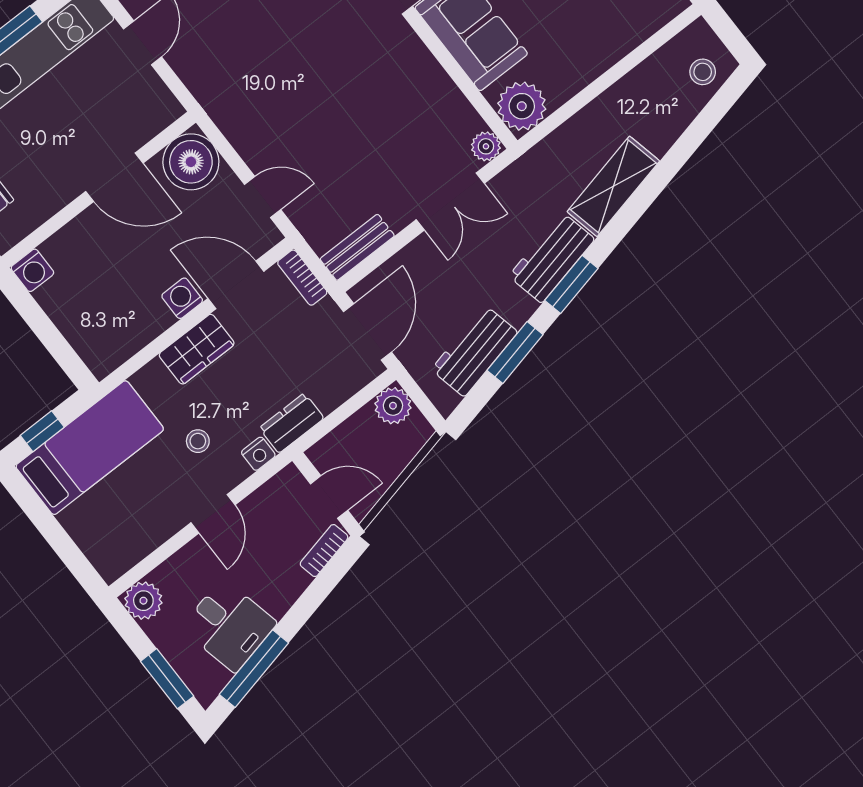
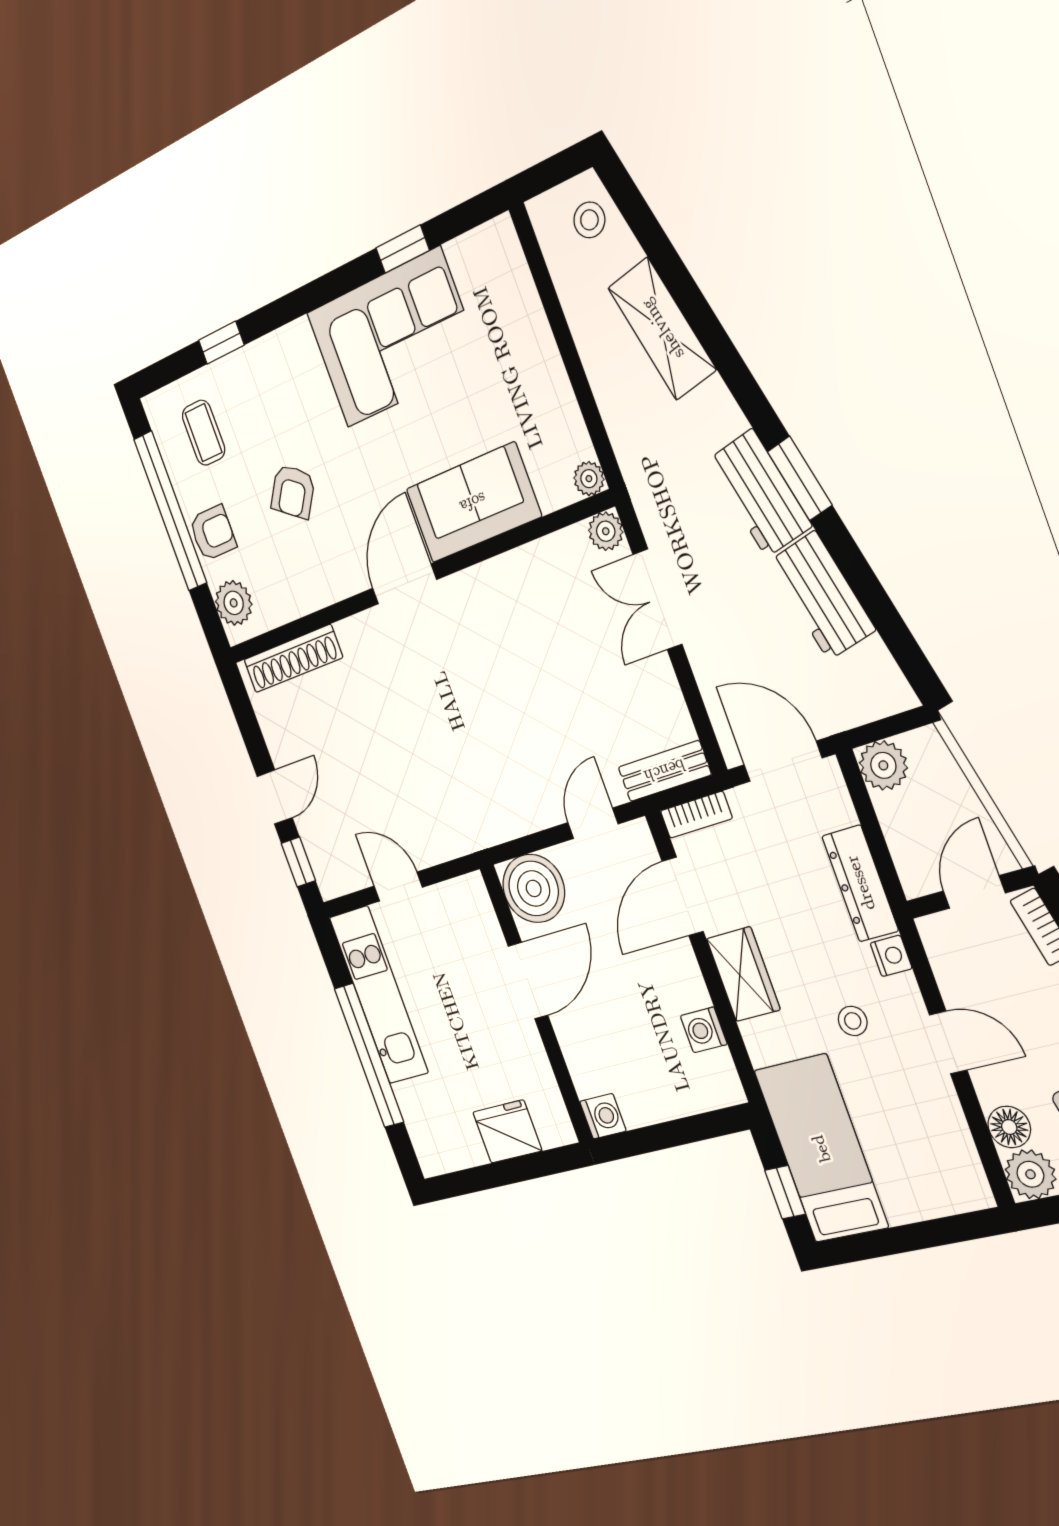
plant: (522, 106) -> (589, 479), width x0.53, depth x0.53
shelving: (613, 186) -> (662, 329), moved
double door: (450, 202) -> (658, 599), swing flipped
bench: (357, 247) -> (665, 771), moved, turned 90
washing machine: (182, 298) -> (704, 1030), moved
workbench: (474, 351) -> (822, 596), moved
window: (515, 353) -> (864, 583), removed
dresser: (292, 423) -> (860, 883), width x1.44
floor lamp: (171, 575) -> (1009, 1127), added

